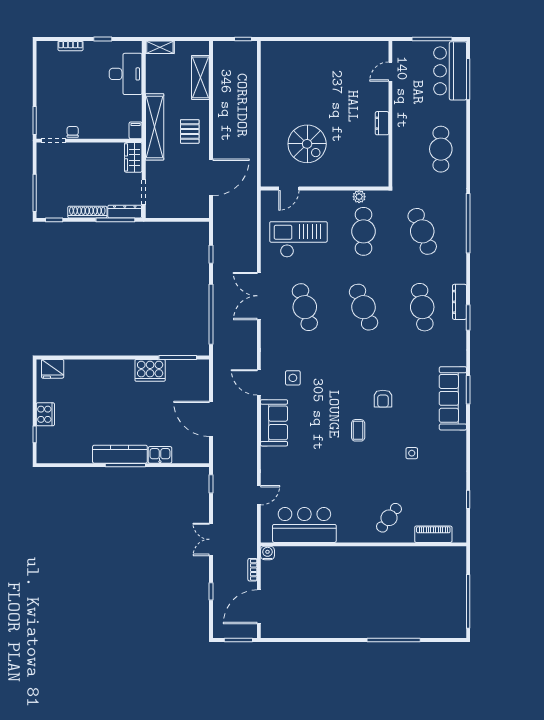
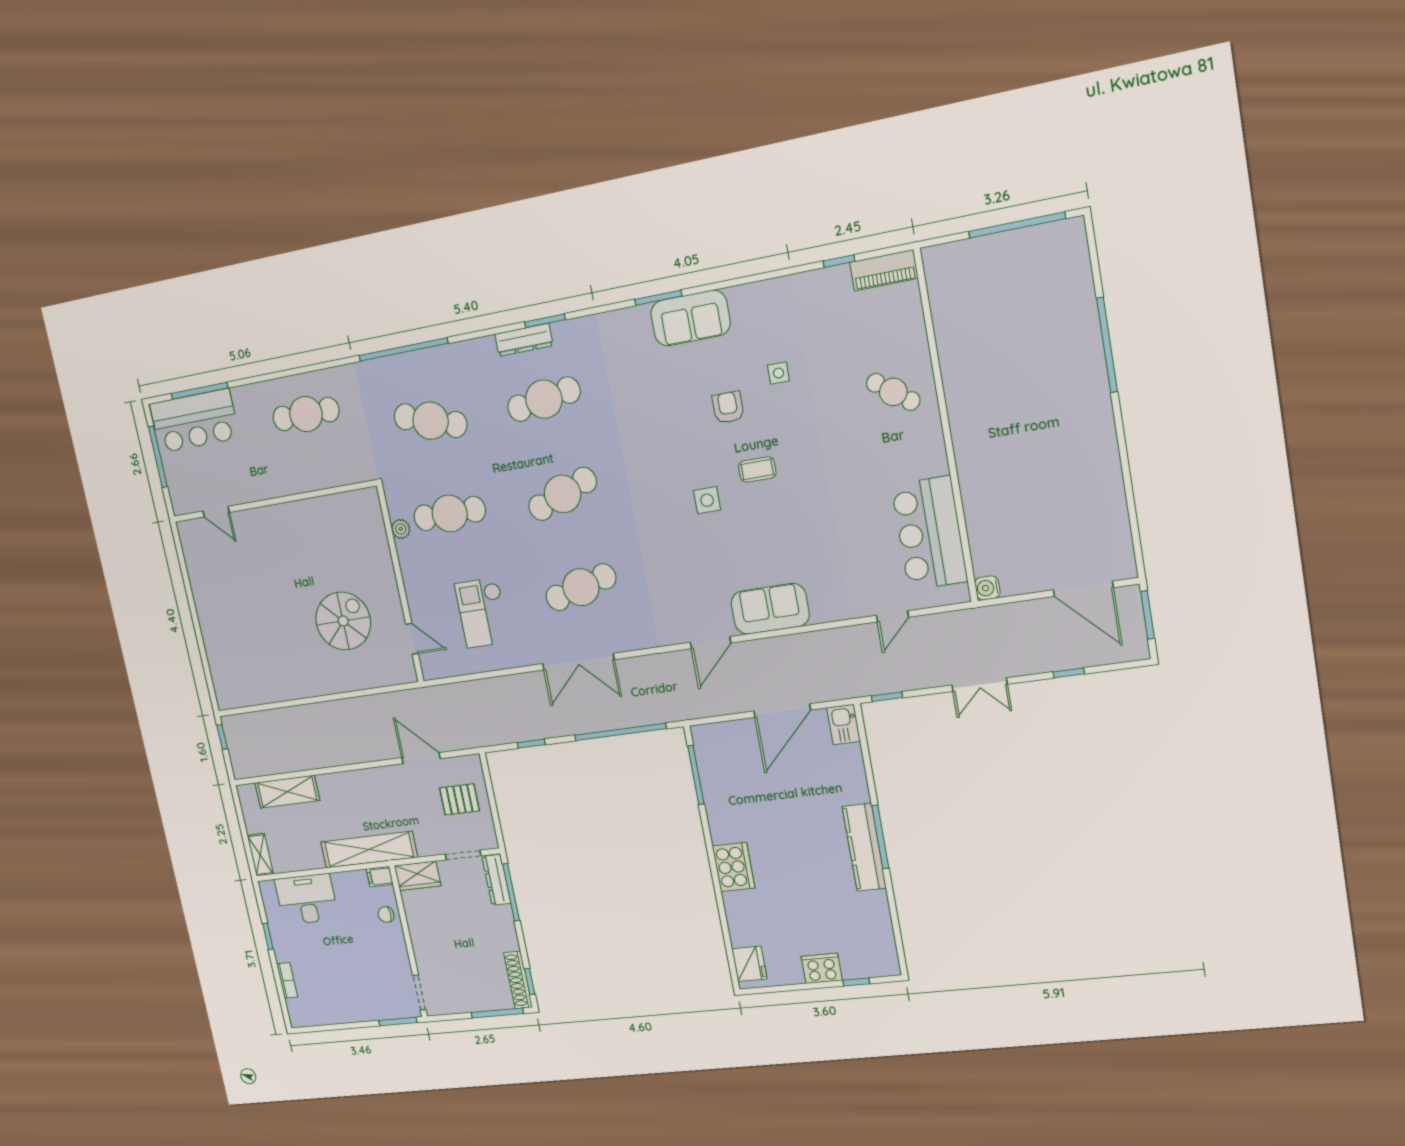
dresser: (382, 123) -> (290, 512), removed
pallet: (190, 131) -> (459, 799), moved
chair: (73, 132) -> (386, 915), moved
door: (211, 177) -> (421, 758), width x0.73
shoe rack: (87, 212) -> (518, 980), moved
cafe table: (422, 231) -> (430, 421), turned 39
checkout: (298, 239) -> (482, 613), width x0.73, depth x0.83
cooker: (150, 370) -> (734, 867), moved
side table: (293, 378) -> (707, 500), moved
sofa: (453, 398) -> (690, 318), width x0.73
armchair: (383, 399) -> (728, 407), moved, turned -90
kitchen sink: (160, 455) -> (844, 725), moved
door: (259, 495) -> (892, 616), swing flipped
piano: (433, 534) -> (884, 270), moved, turned -90
bookcase: (253, 570) -> (1020, 609), removed

